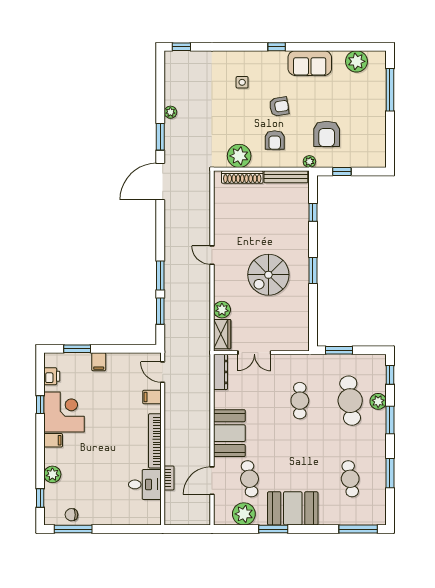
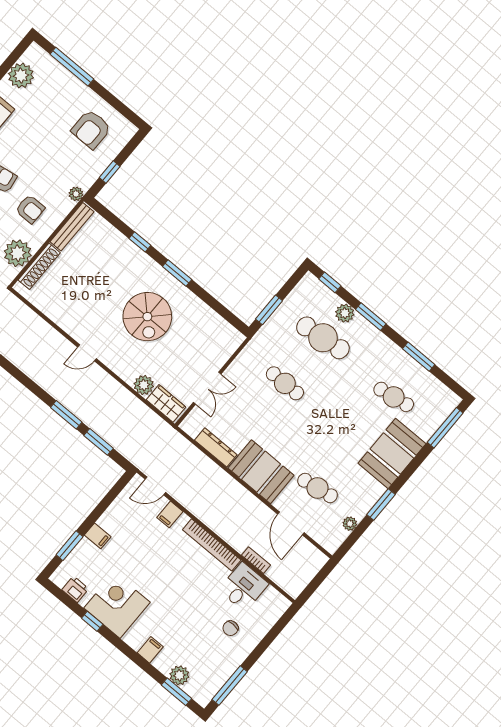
armchair: (327, 134) -> (91, 129), moved, turned 90
window: (313, 212) -> (140, 242), moved
dresser: (220, 372) -> (216, 447), moved
filing cabinet: (53, 440) -> (150, 650), moved
plant: (52, 474) -> (179, 675), moved
window: (40, 498) -> (177, 692), width x1.50
booth: (293, 508) -> (392, 454), moved
plant: (244, 514) -> (350, 524), width x0.53, depth x0.53
chair: (71, 515) -> (231, 628), moved

